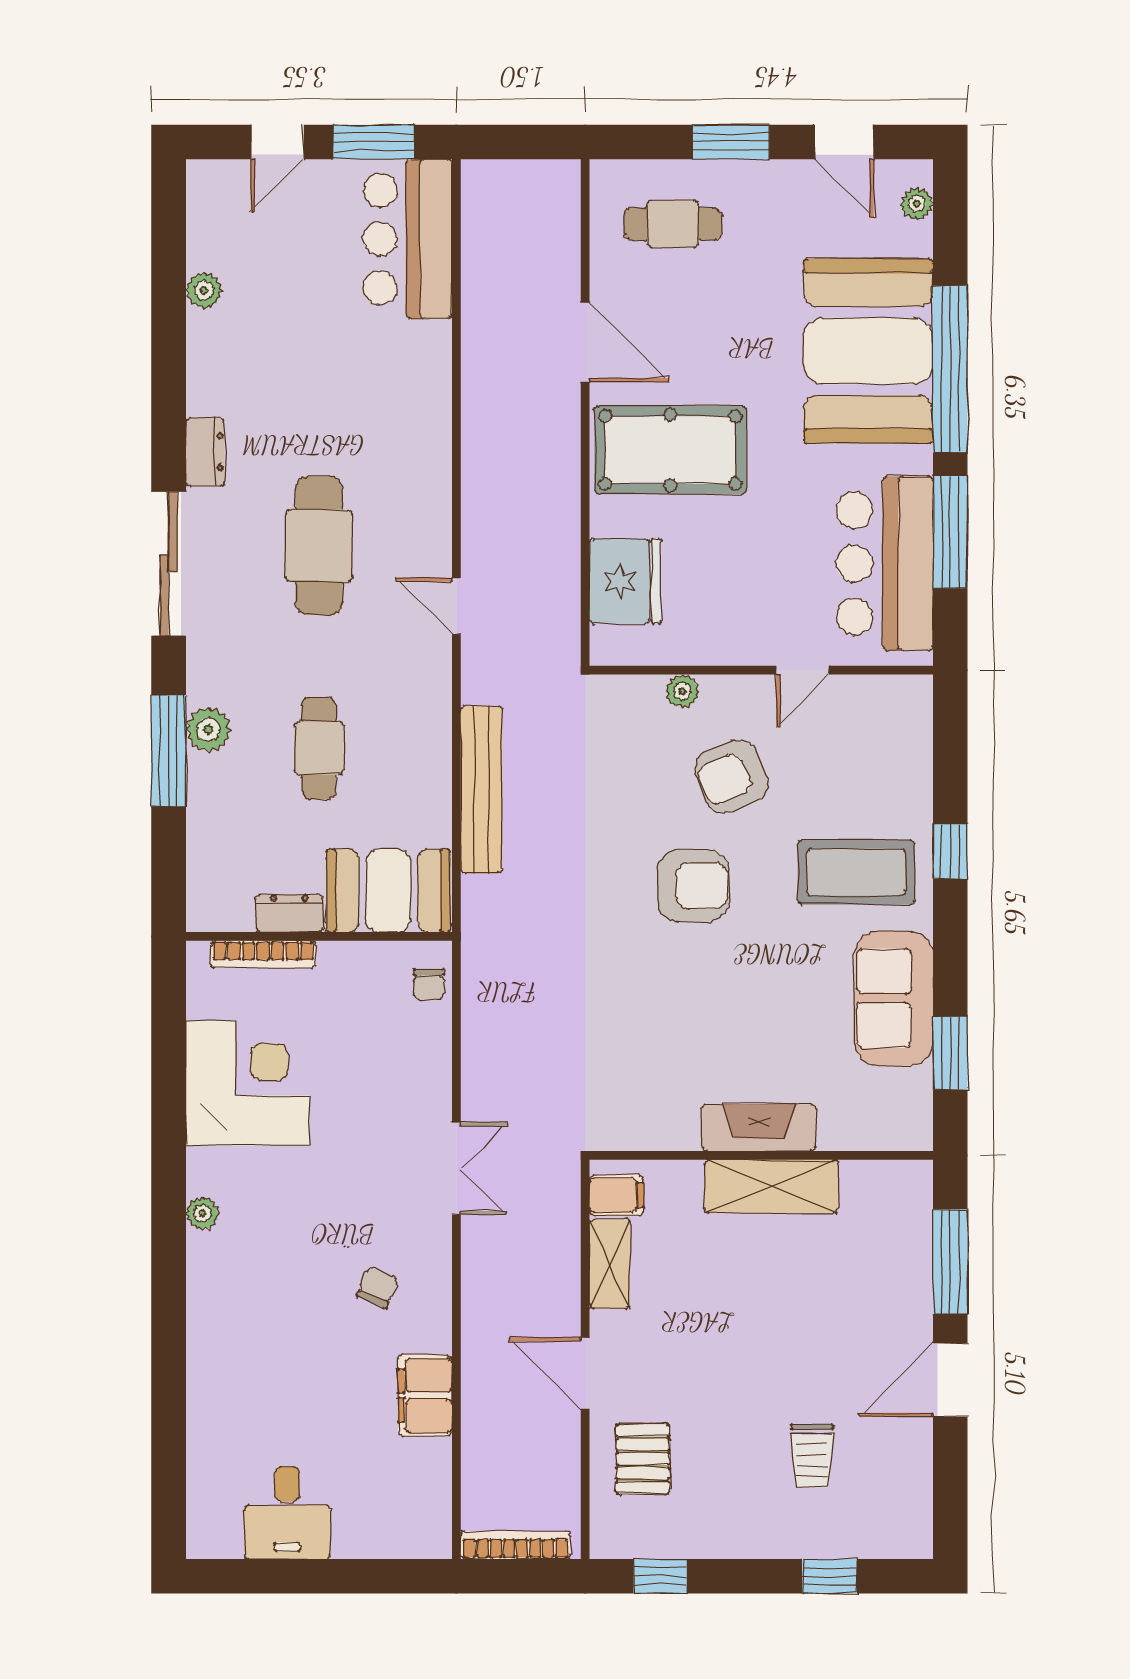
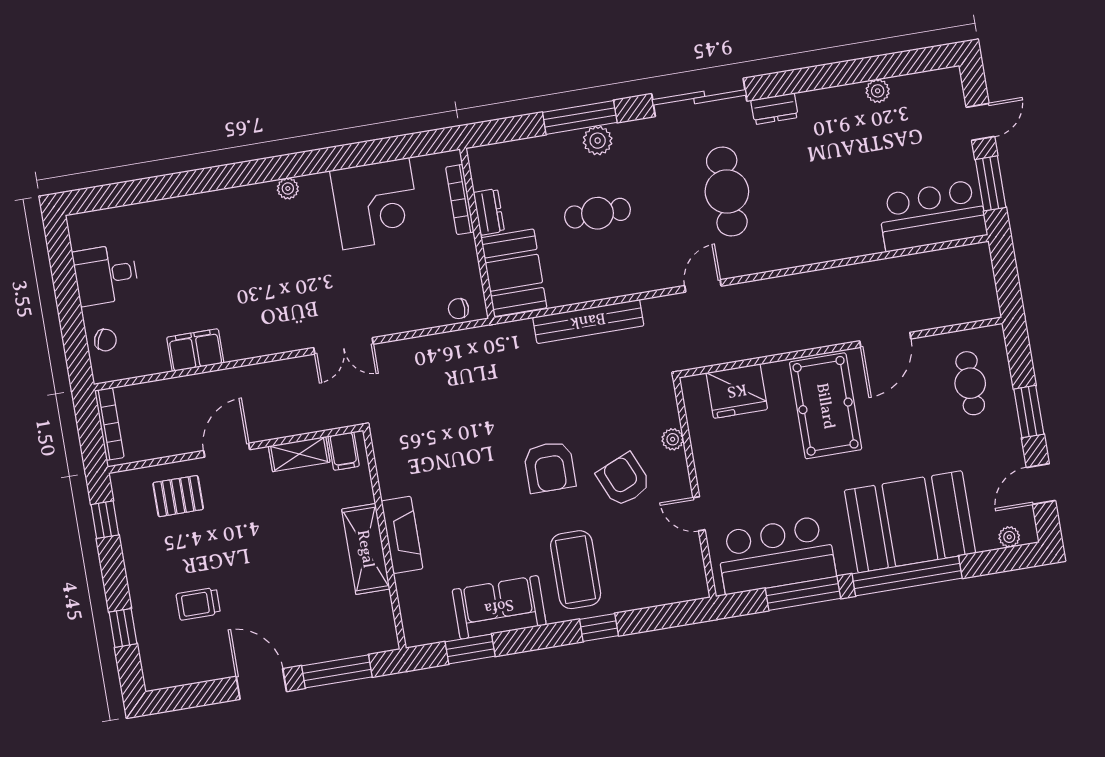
door: (277, 142) -> (980, 122), swing flipped
cafe table: (319, 546) -> (727, 192), turned 90
chair: (378, 1287) -> (105, 340), moved

